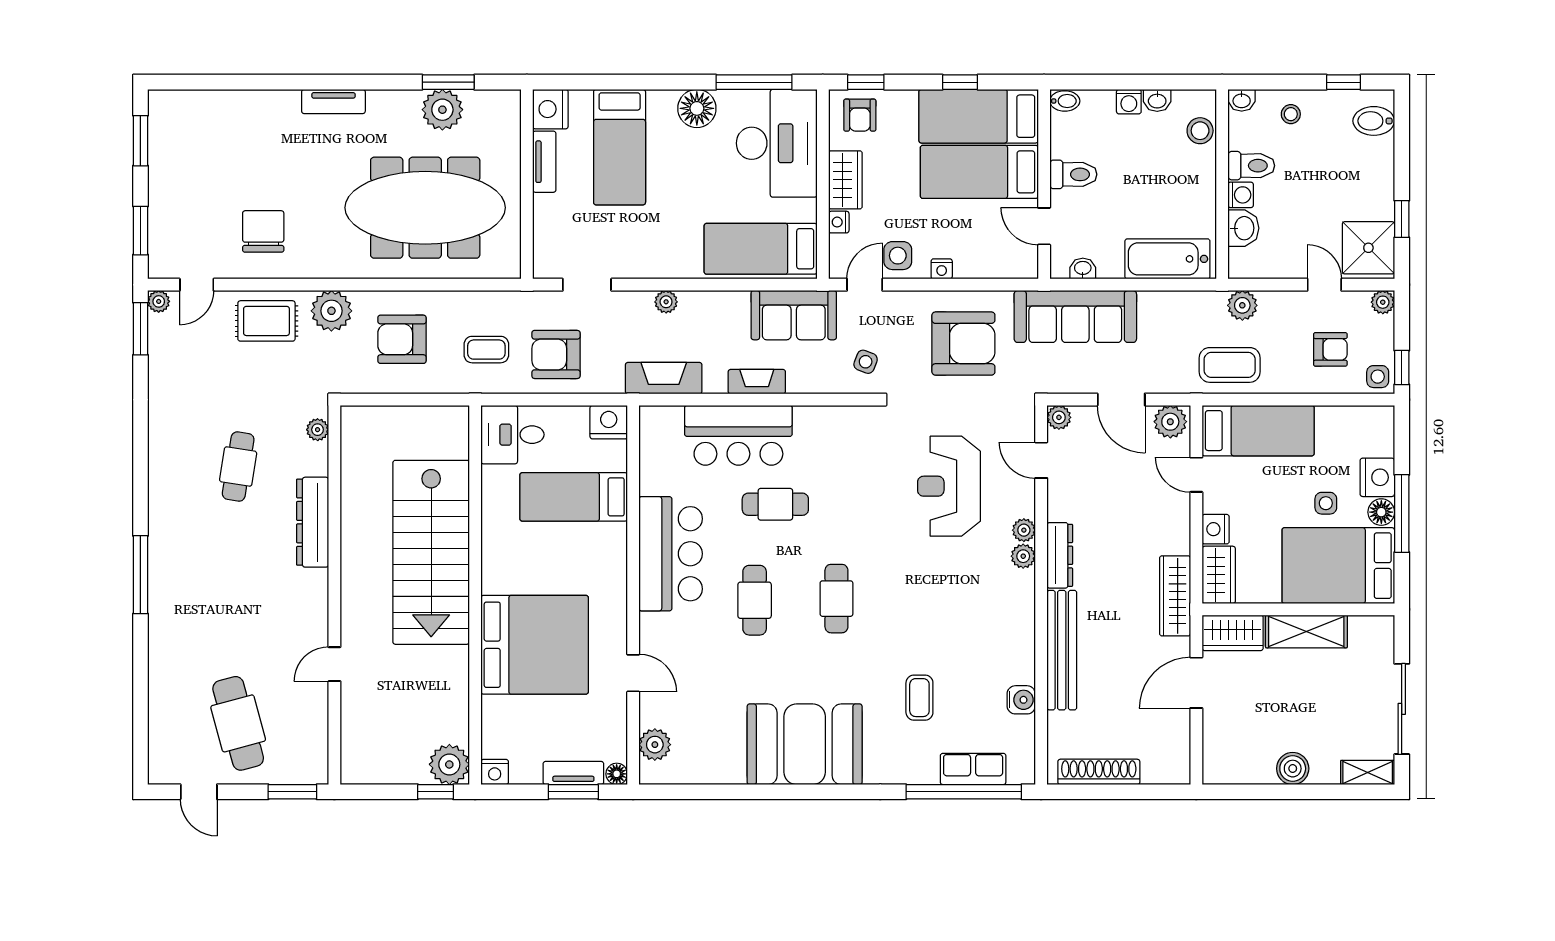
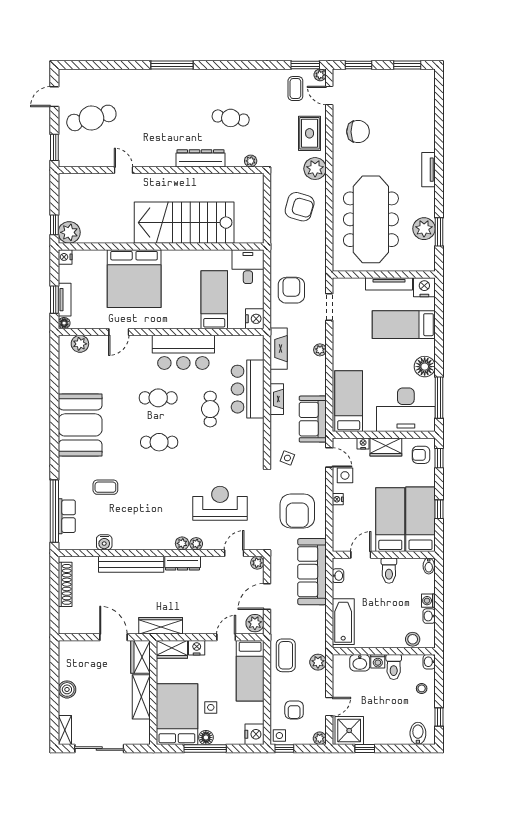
tv unit: (544, 162) -> (389, 284), width x1.41
armchair: (402, 339) -> (300, 207), turned 106
coffee table: (486, 350) -> (295, 89), moved
nightstand: (1377, 477) -> (254, 734), moved, turned -90

